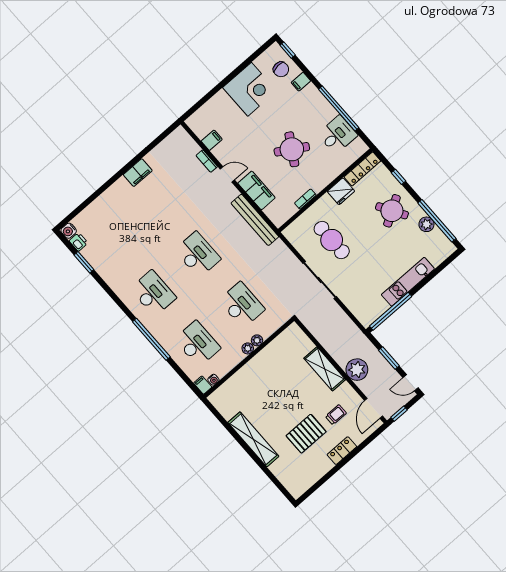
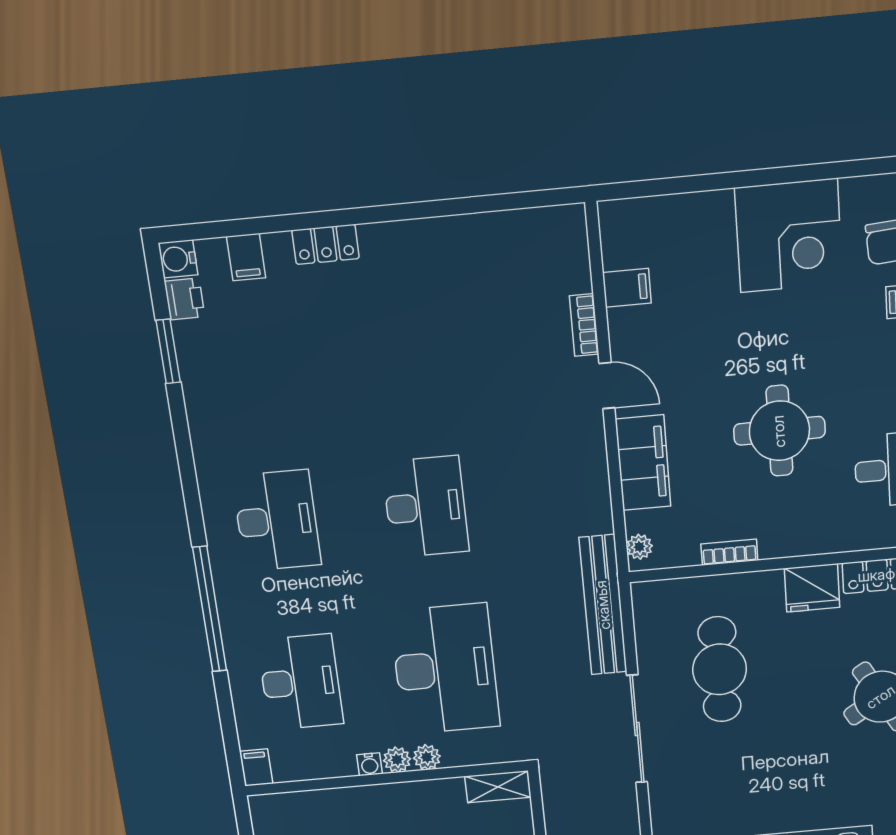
round table: (292, 149) -> (779, 431), turned -31
filing cabinet: (138, 173) -> (246, 257), moved, width x0.50
locker: (111, 194) -> (326, 244), added
plant: (275, 218) -> (639, 547), added
bench: (255, 220) -> (603, 605), moved
desk: (242, 305) -> (445, 669), width x1.36, depth x1.30
shelving: (288, 334) -> (498, 787), added
water cooler: (213, 380) -> (370, 764), moved

